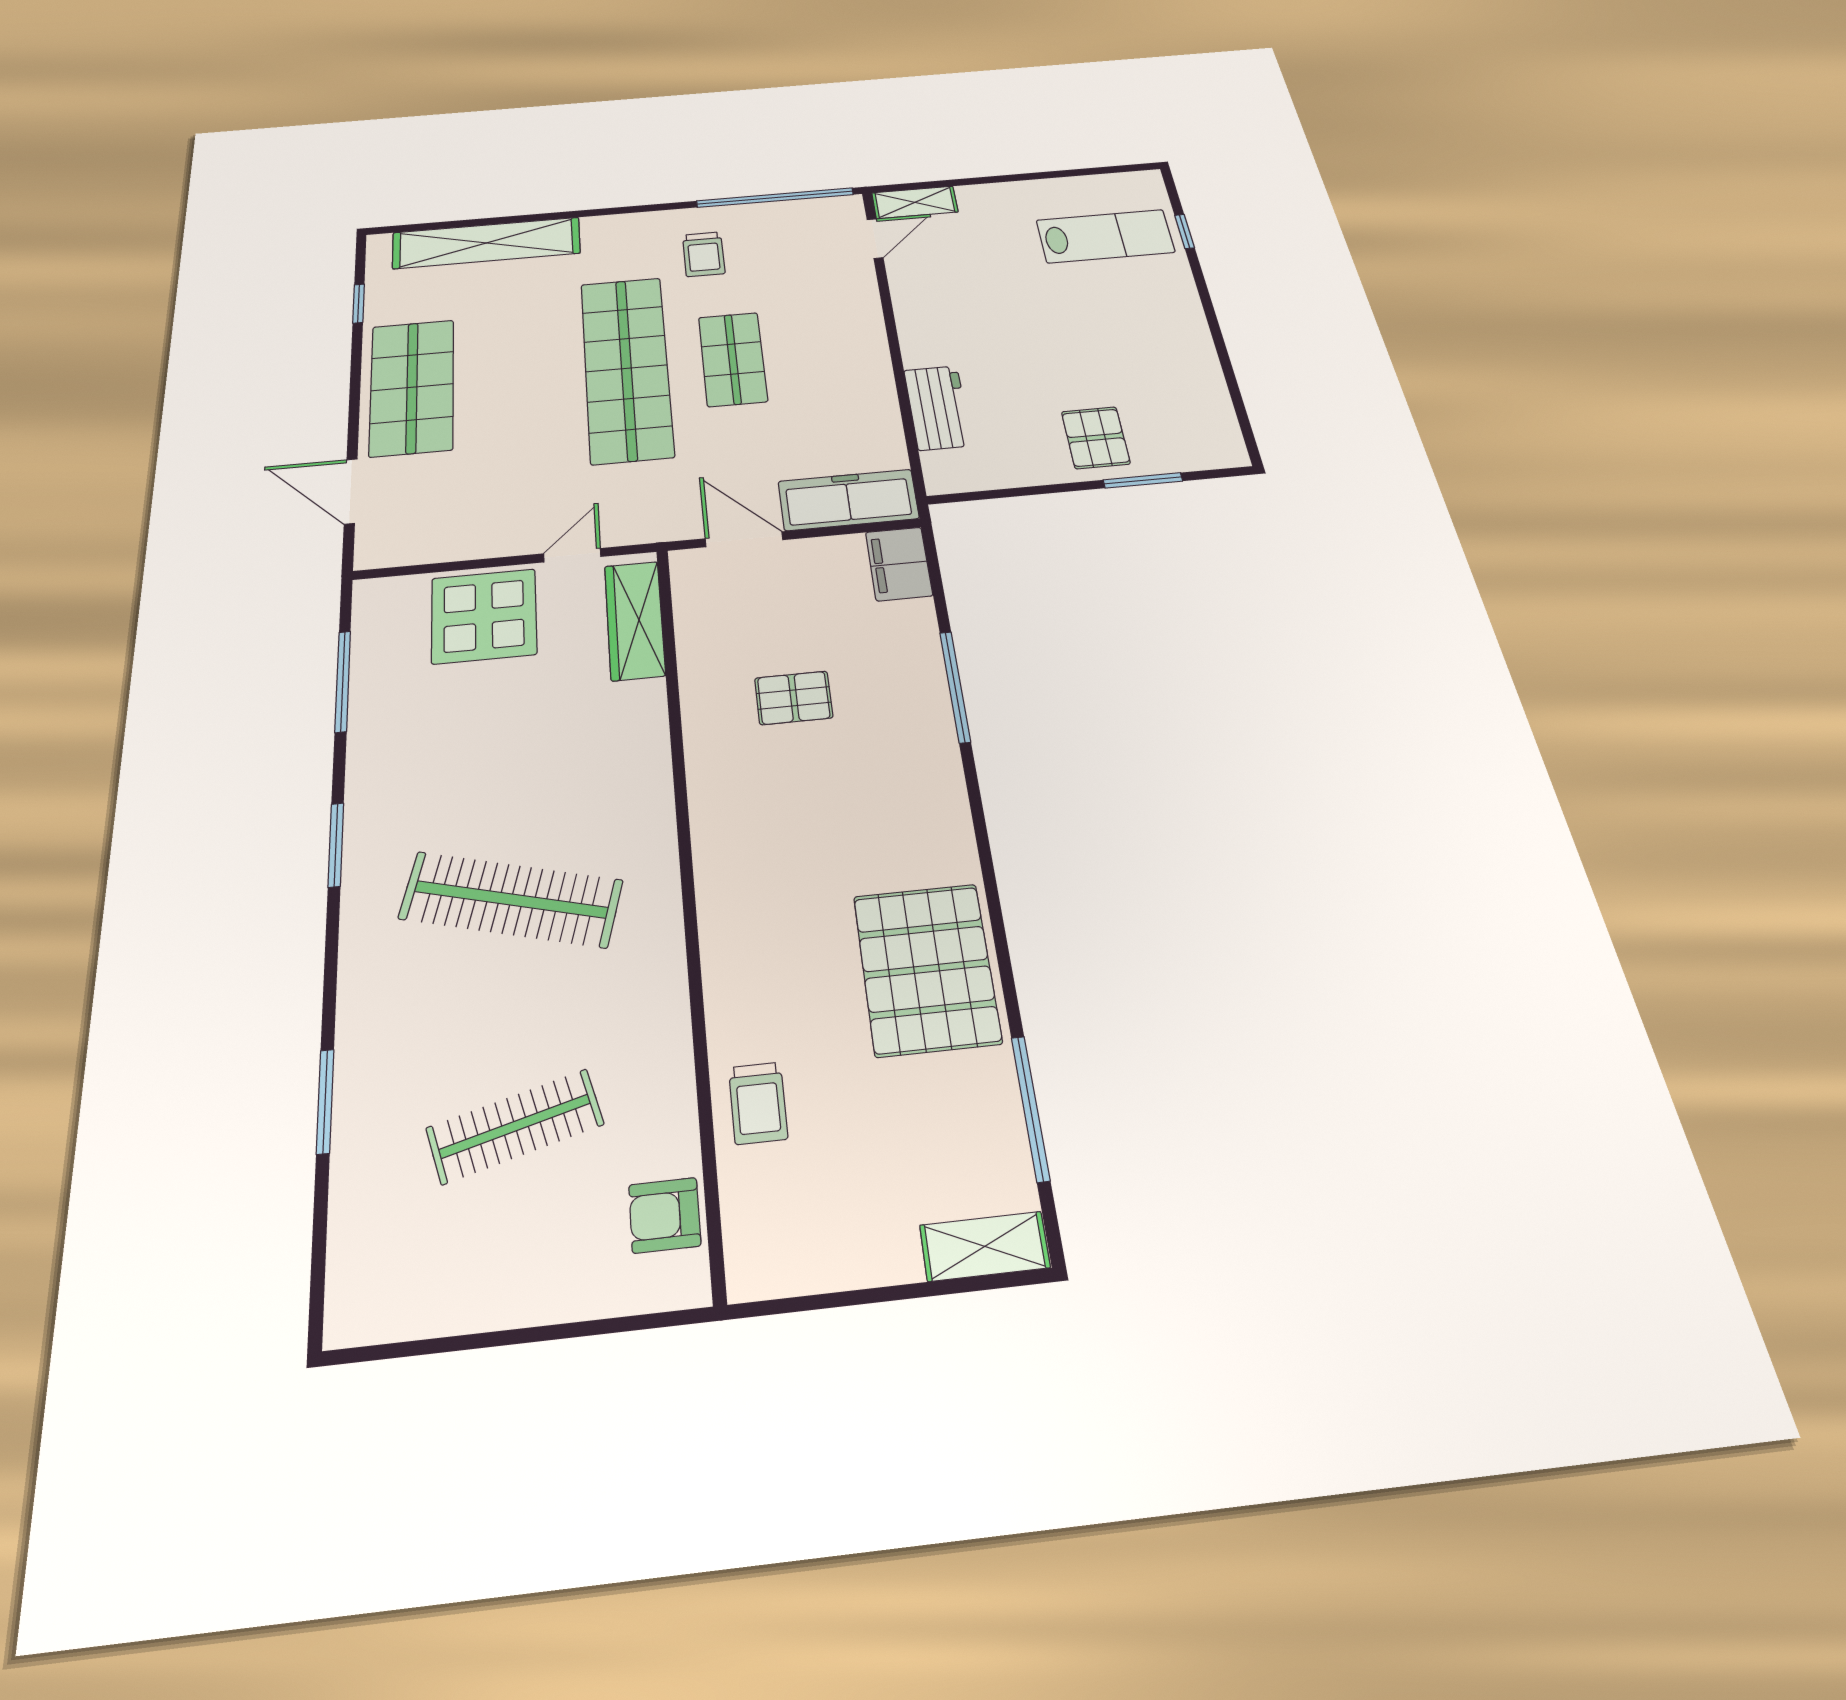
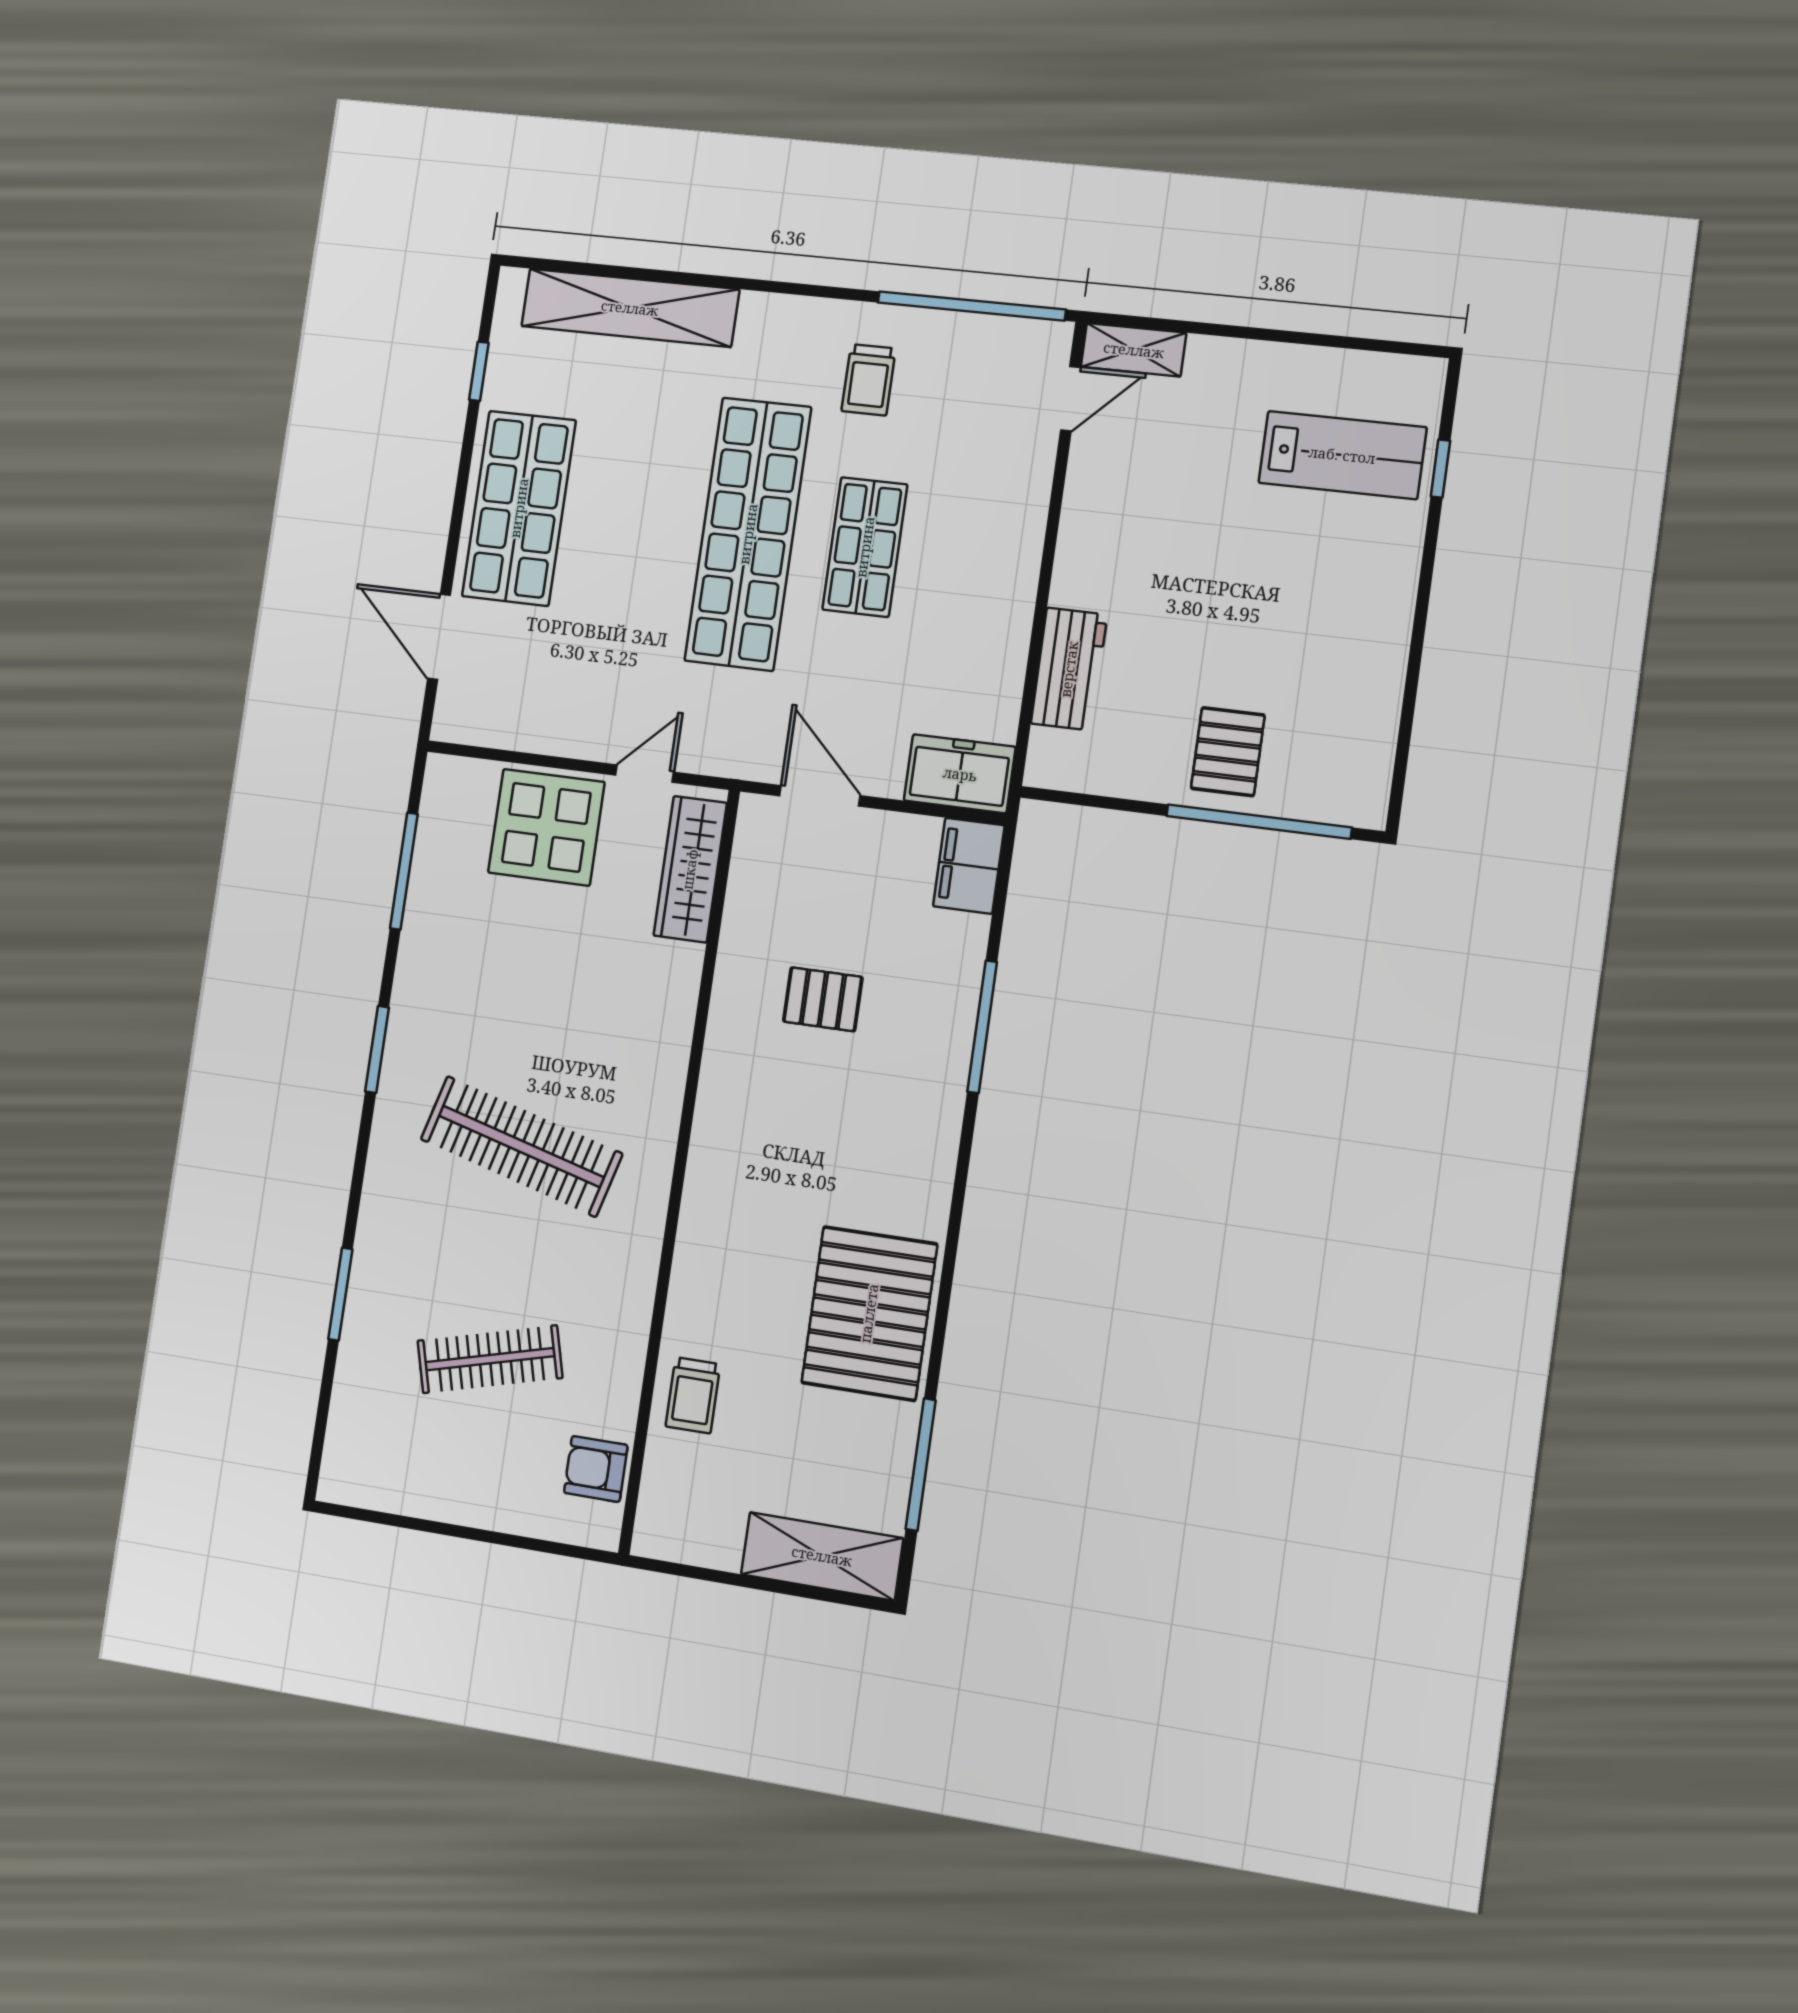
window: (1143, 480) -> (1259, 822), width x2.11
freezer: (848, 500) -> (960, 774), width x0.71
shelving: (985, 1246) -> (822, 1556), width x1.50, depth x1.33

